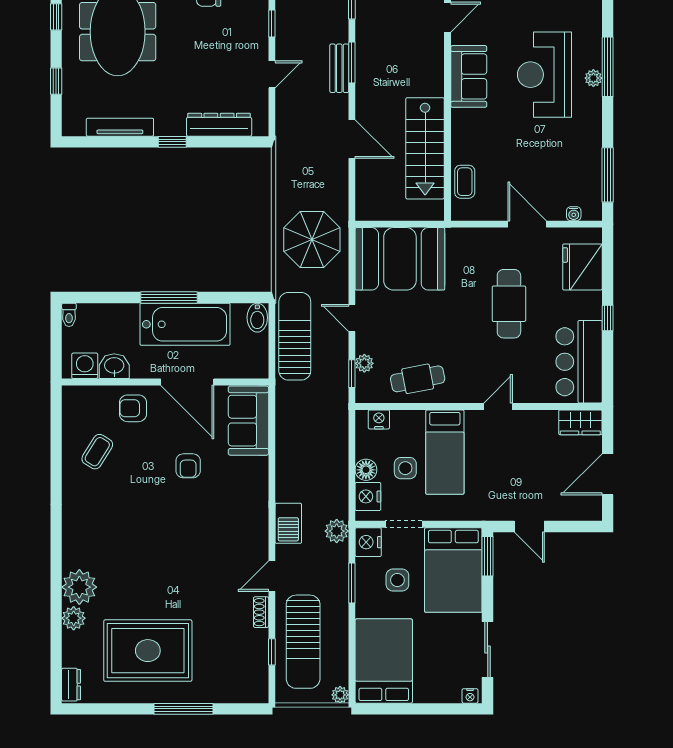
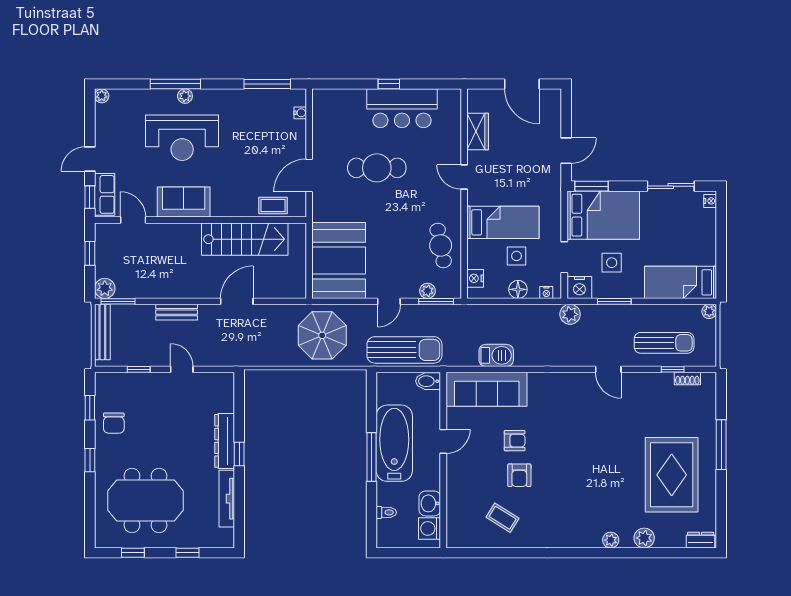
window: (352, 63) -> (172, 301), removed
dresser: (219, 125) -> (225, 441), moved
door: (527, 224) -> (309, 176), moved
fridge: (582, 267) -> (346, 105), removed
toilet: (69, 315) -> (386, 512), moved
bidet: (257, 318) -> (428, 381), moved, turned 180
sun lounger: (295, 336) -> (404, 350), turned 180
bar counter: (579, 362) -> (402, 108), moved
window: (352, 374) -> (436, 301), width x1.50
door: (187, 382) -> (443, 441), width x0.53
armchair: (133, 408) -> (519, 475), moved
sofa: (248, 421) -> (487, 389), width x1.36
wardrobe: (580, 422) -> (478, 131), moved
nightstand: (368, 496) -> (546, 293), width x0.53, depth x0.56
barbecue: (288, 523) -> (496, 355), moved
plant: (79, 587) -> (611, 540), width x0.53, depth x0.53
shoe rack: (261, 612) -> (687, 379), moved
sun lounger: (303, 642) -> (664, 343), width x0.73, depth x0.75
bed: (384, 661) -> (681, 282), width x0.67

